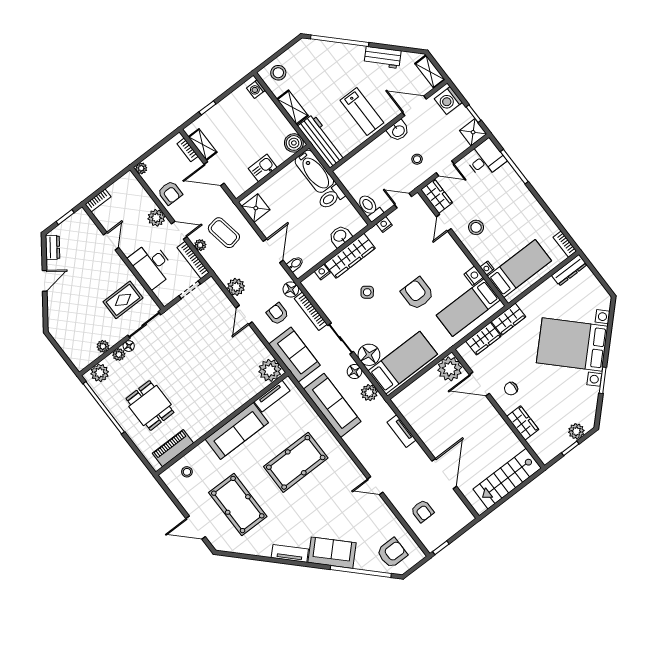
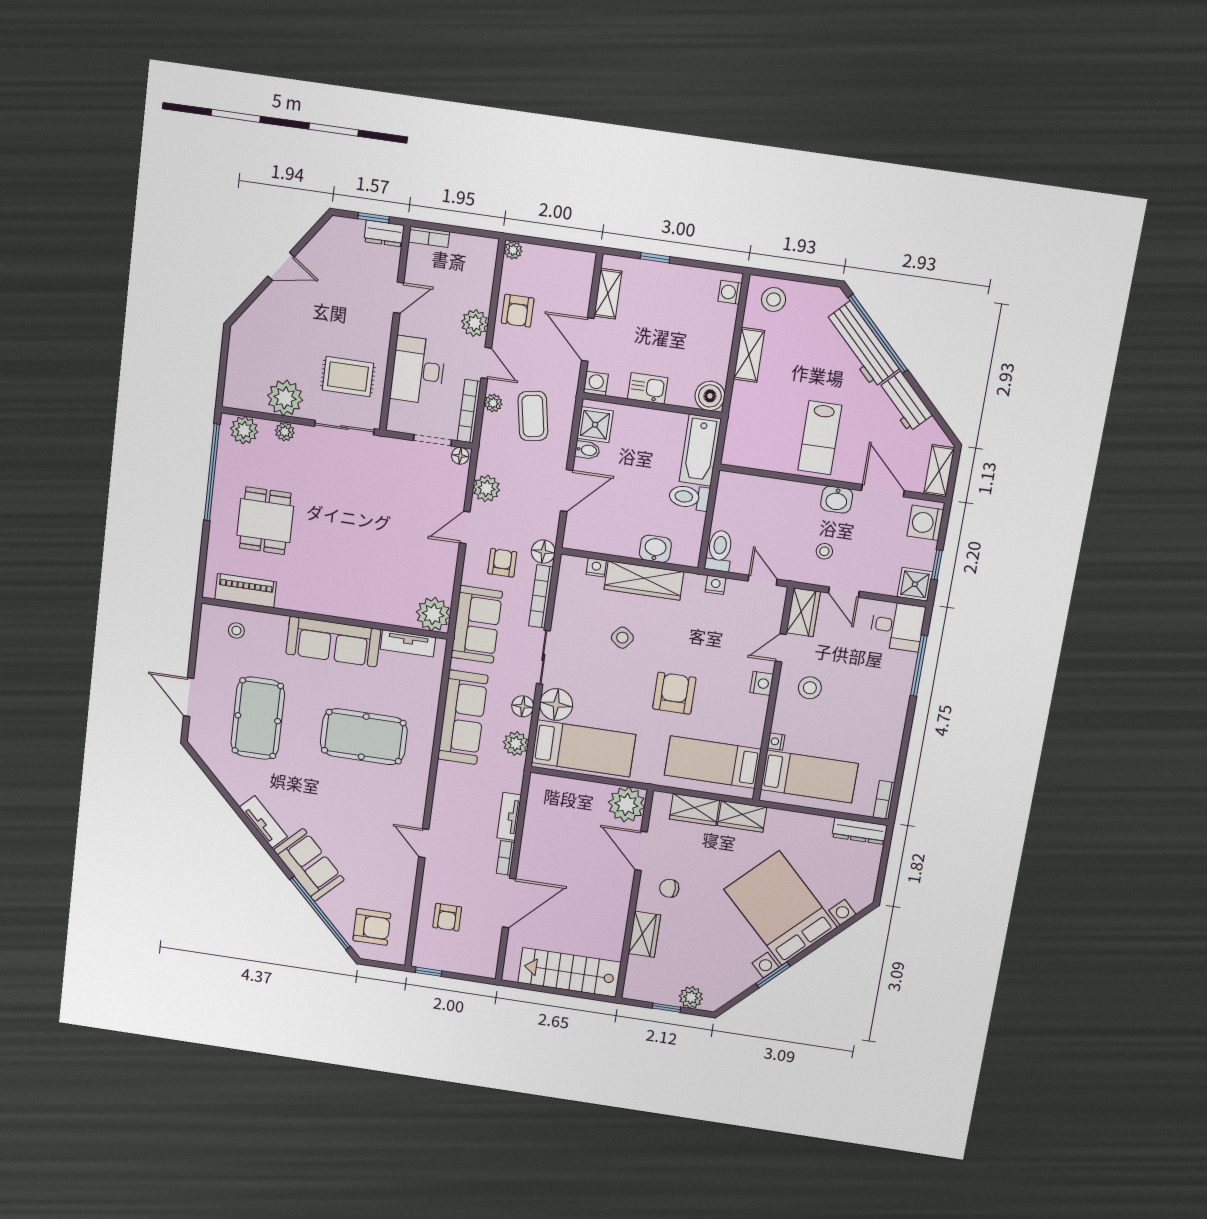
workbench: (322, 141) -> (862, 344), moved, turned 135
bookcase: (188, 150) -> (506, 858), moved
washing machine: (237, 189) -> (596, 383), added
dresser: (53, 247) -> (384, 233), moved, turned 54
bidet: (295, 264) -> (587, 450), moved
nightstand: (474, 276) -> (762, 683), moved
plant: (103, 346) -> (285, 398), width x1.88, depth x1.88
floor lamp: (129, 346) -> (460, 456), moved

